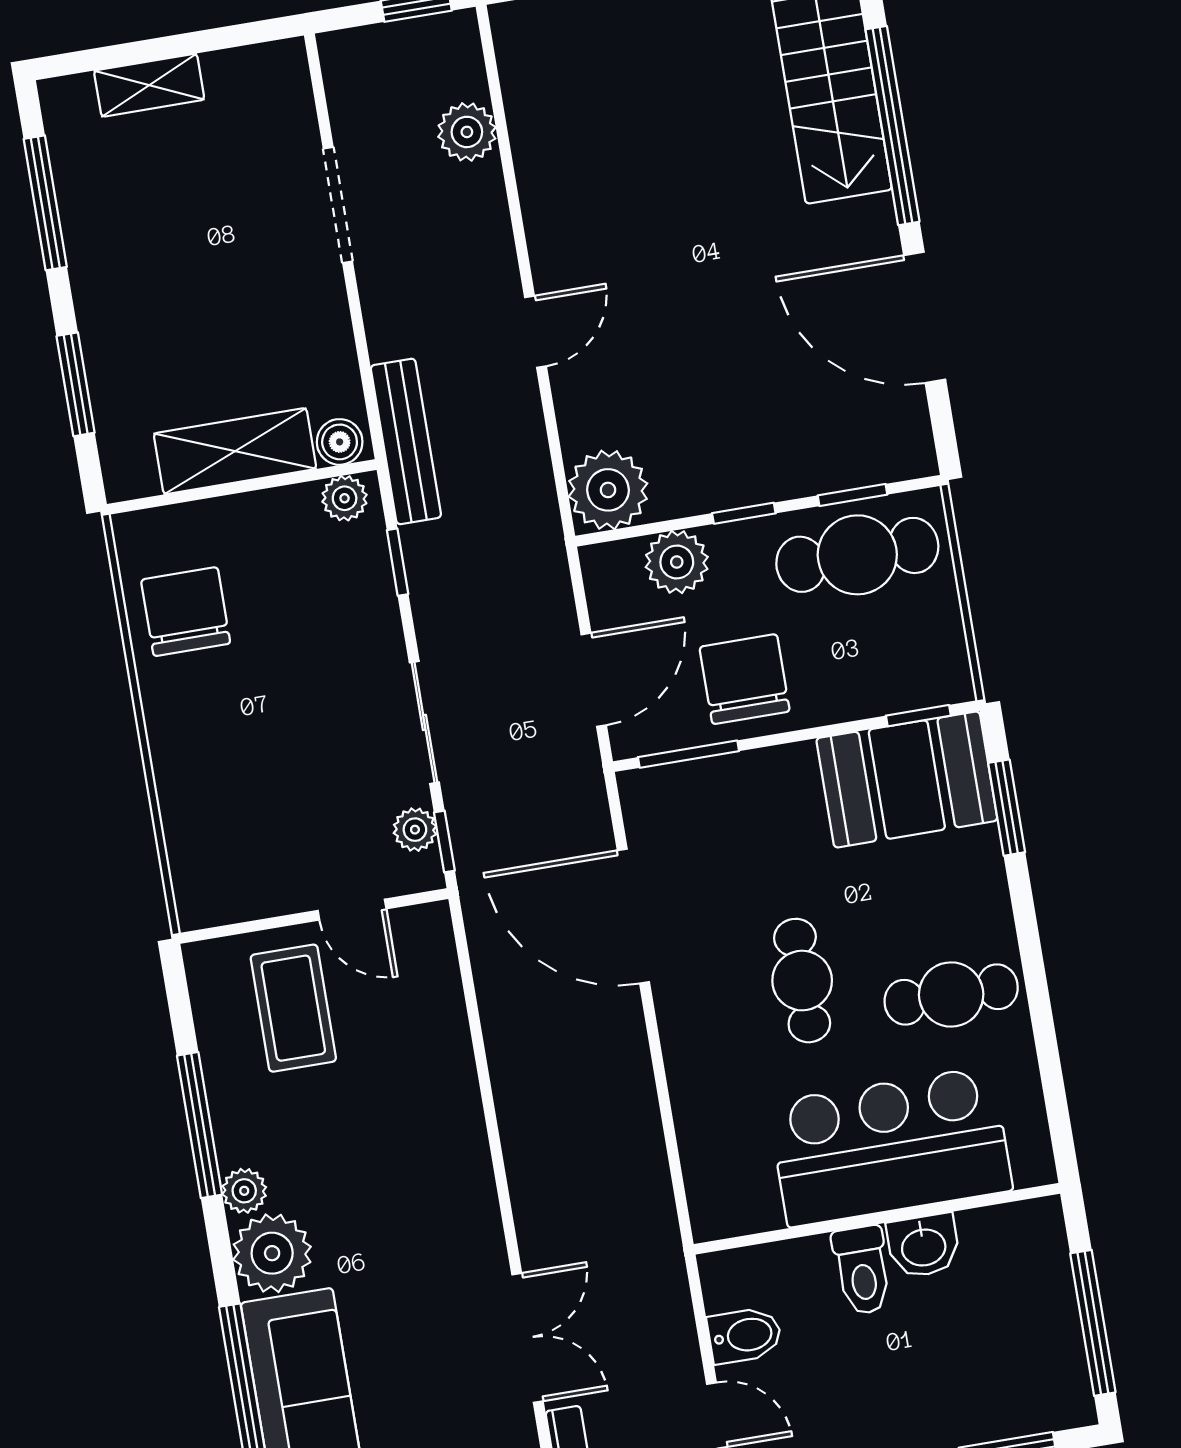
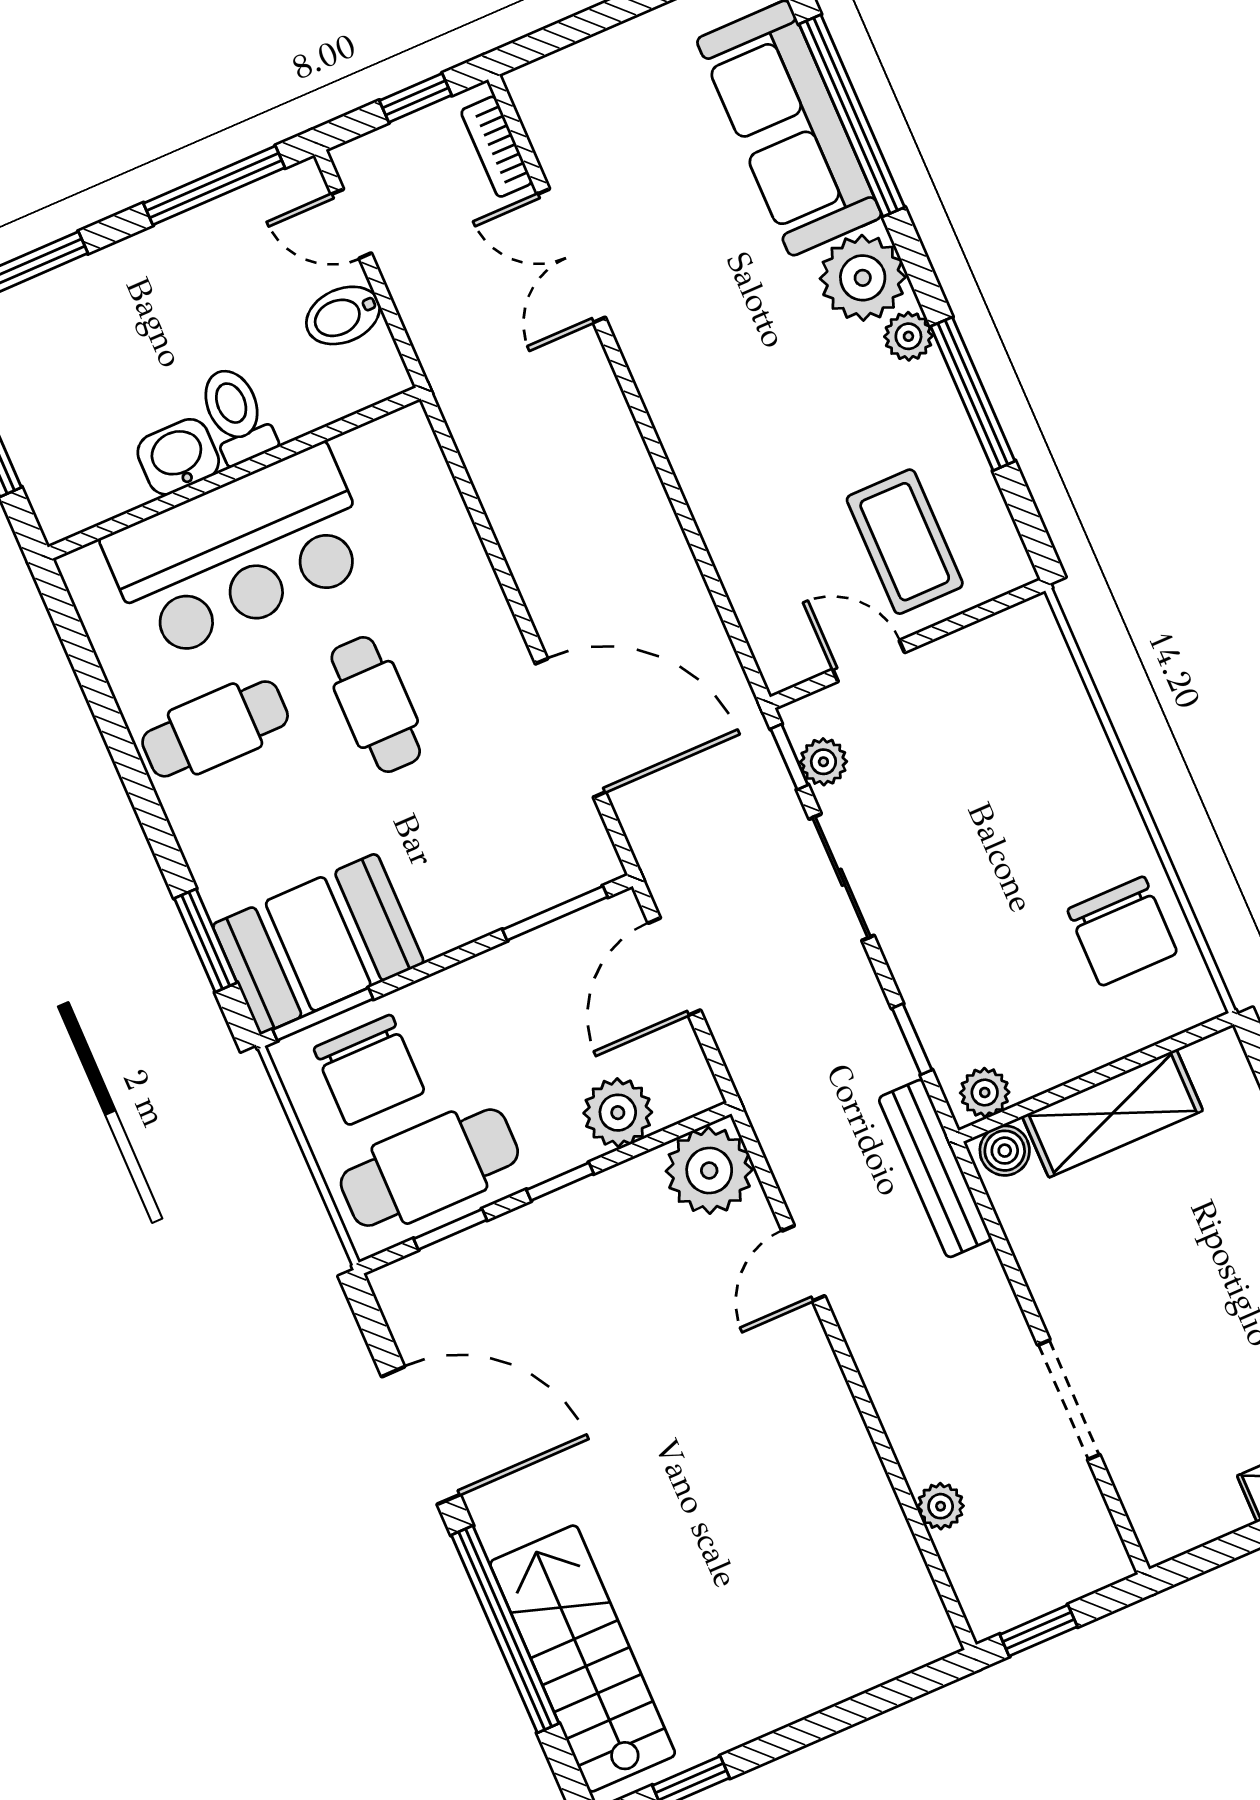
plant: (467, 132) -> (941, 1506), width x0.73, depth x0.73
door: (536, 332) -> (803, 1263), moved
chair: (745, 679) -> (369, 1070), moved
window: (918, 716) -> (323, 1014), width x1.50

